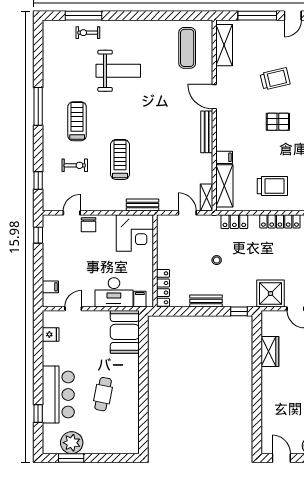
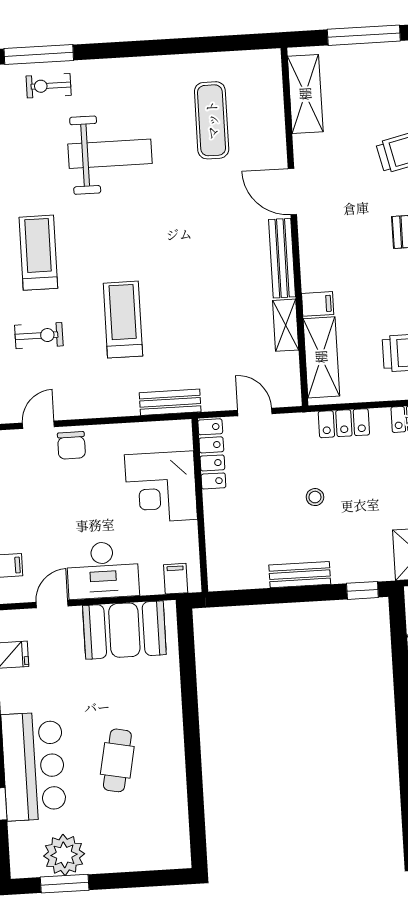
exercise mat: (187, 48) -> (212, 120), moved
shelving: (206, 198) -> (286, 325), moved
corner desk: (135, 233) -> (161, 487), moved, turned 90
locker: (163, 288) -> (212, 454), moved
desk: (114, 292) -> (103, 570), moved
booth: (125, 332) -> (124, 630), moved, turned 90

